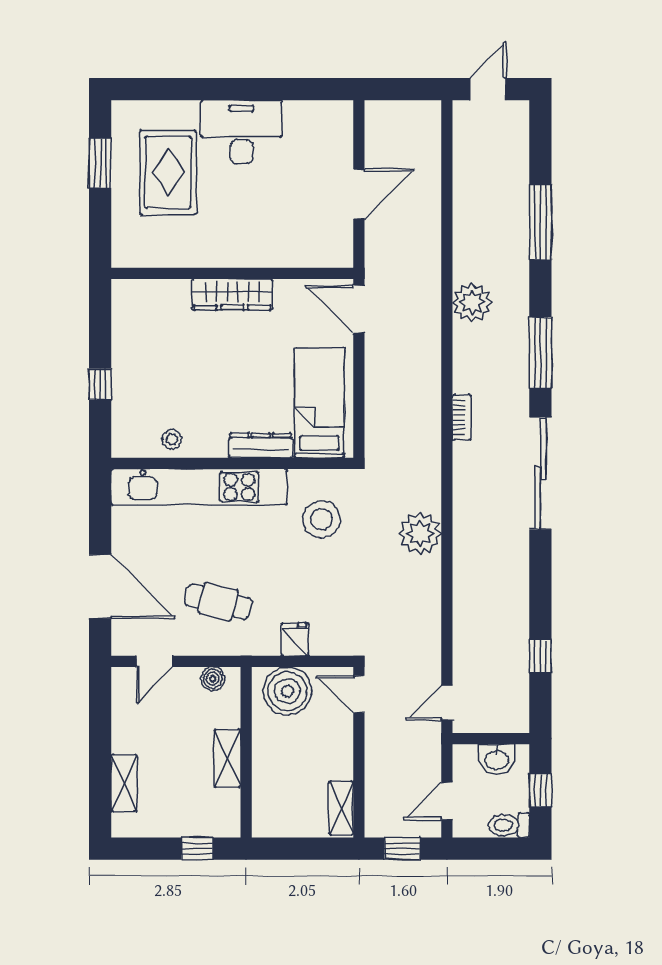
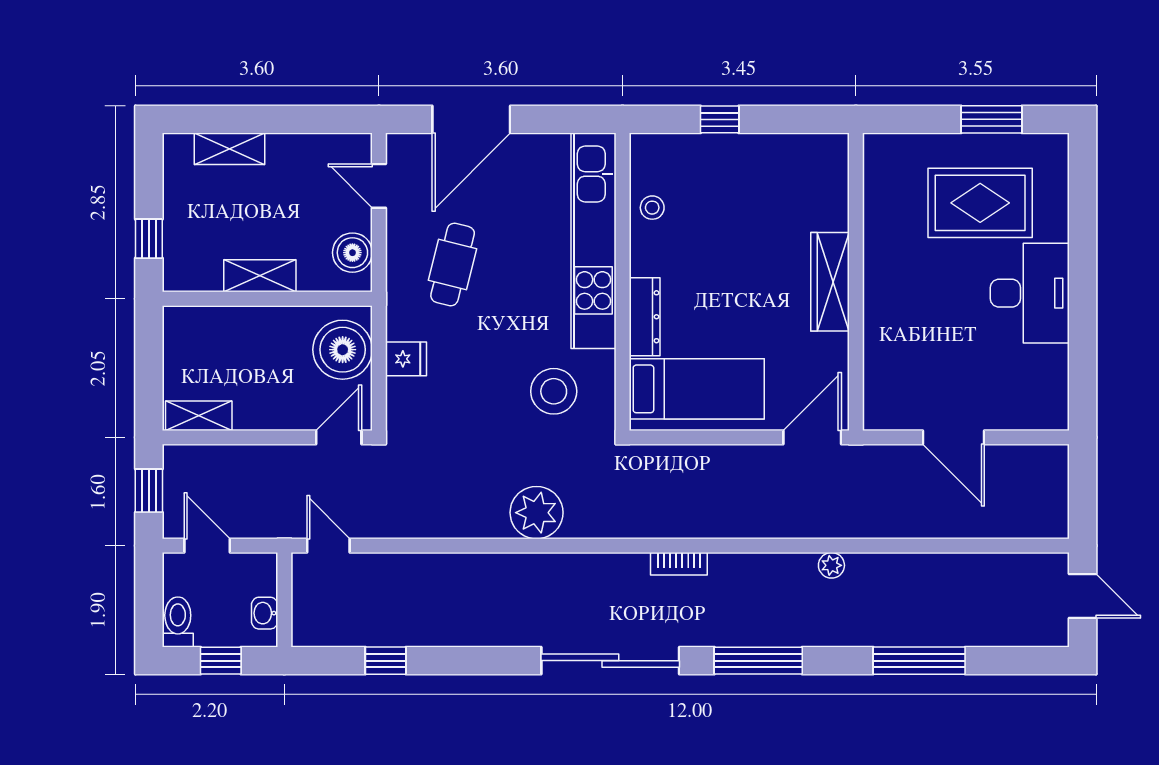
plant: (472, 303) -> (831, 565), width x0.53, depth x0.53
boiler: (213, 679) -> (352, 253), width x1.36, depth x1.36
washbasin: (497, 759) -> (265, 613), width x0.72, depth x0.69

